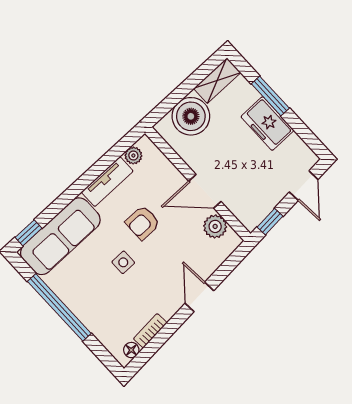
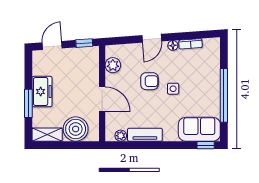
door: (205, 191) -> (102, 99), moved
armchair: (143, 223) -> (149, 81), moved
sofa: (60, 236) -> (199, 129), width x0.73
floor lamp: (131, 350) -> (173, 45), moved

